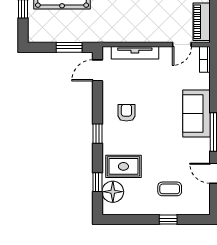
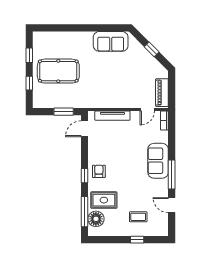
armchair: (126, 113) -> (99, 171), moved
window: (97, 182) -> (85, 212), width x2.17

